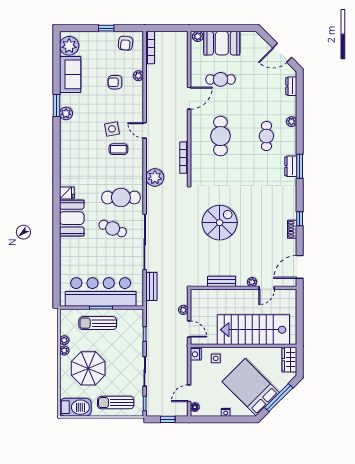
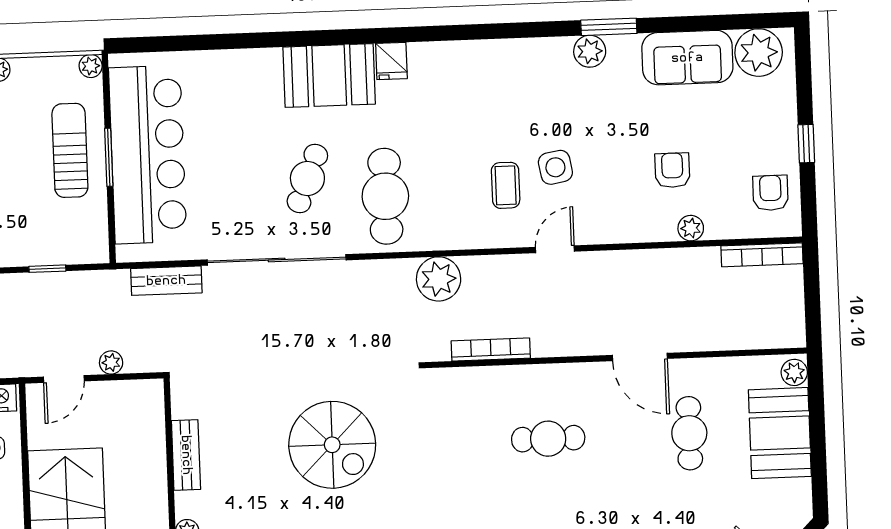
armchair: (125, 43) -> (770, 193), turned 84
cafe table: (220, 136) -> (548, 439), width x0.73, depth x0.74
plant: (64, 340) -> (91, 66), moved

